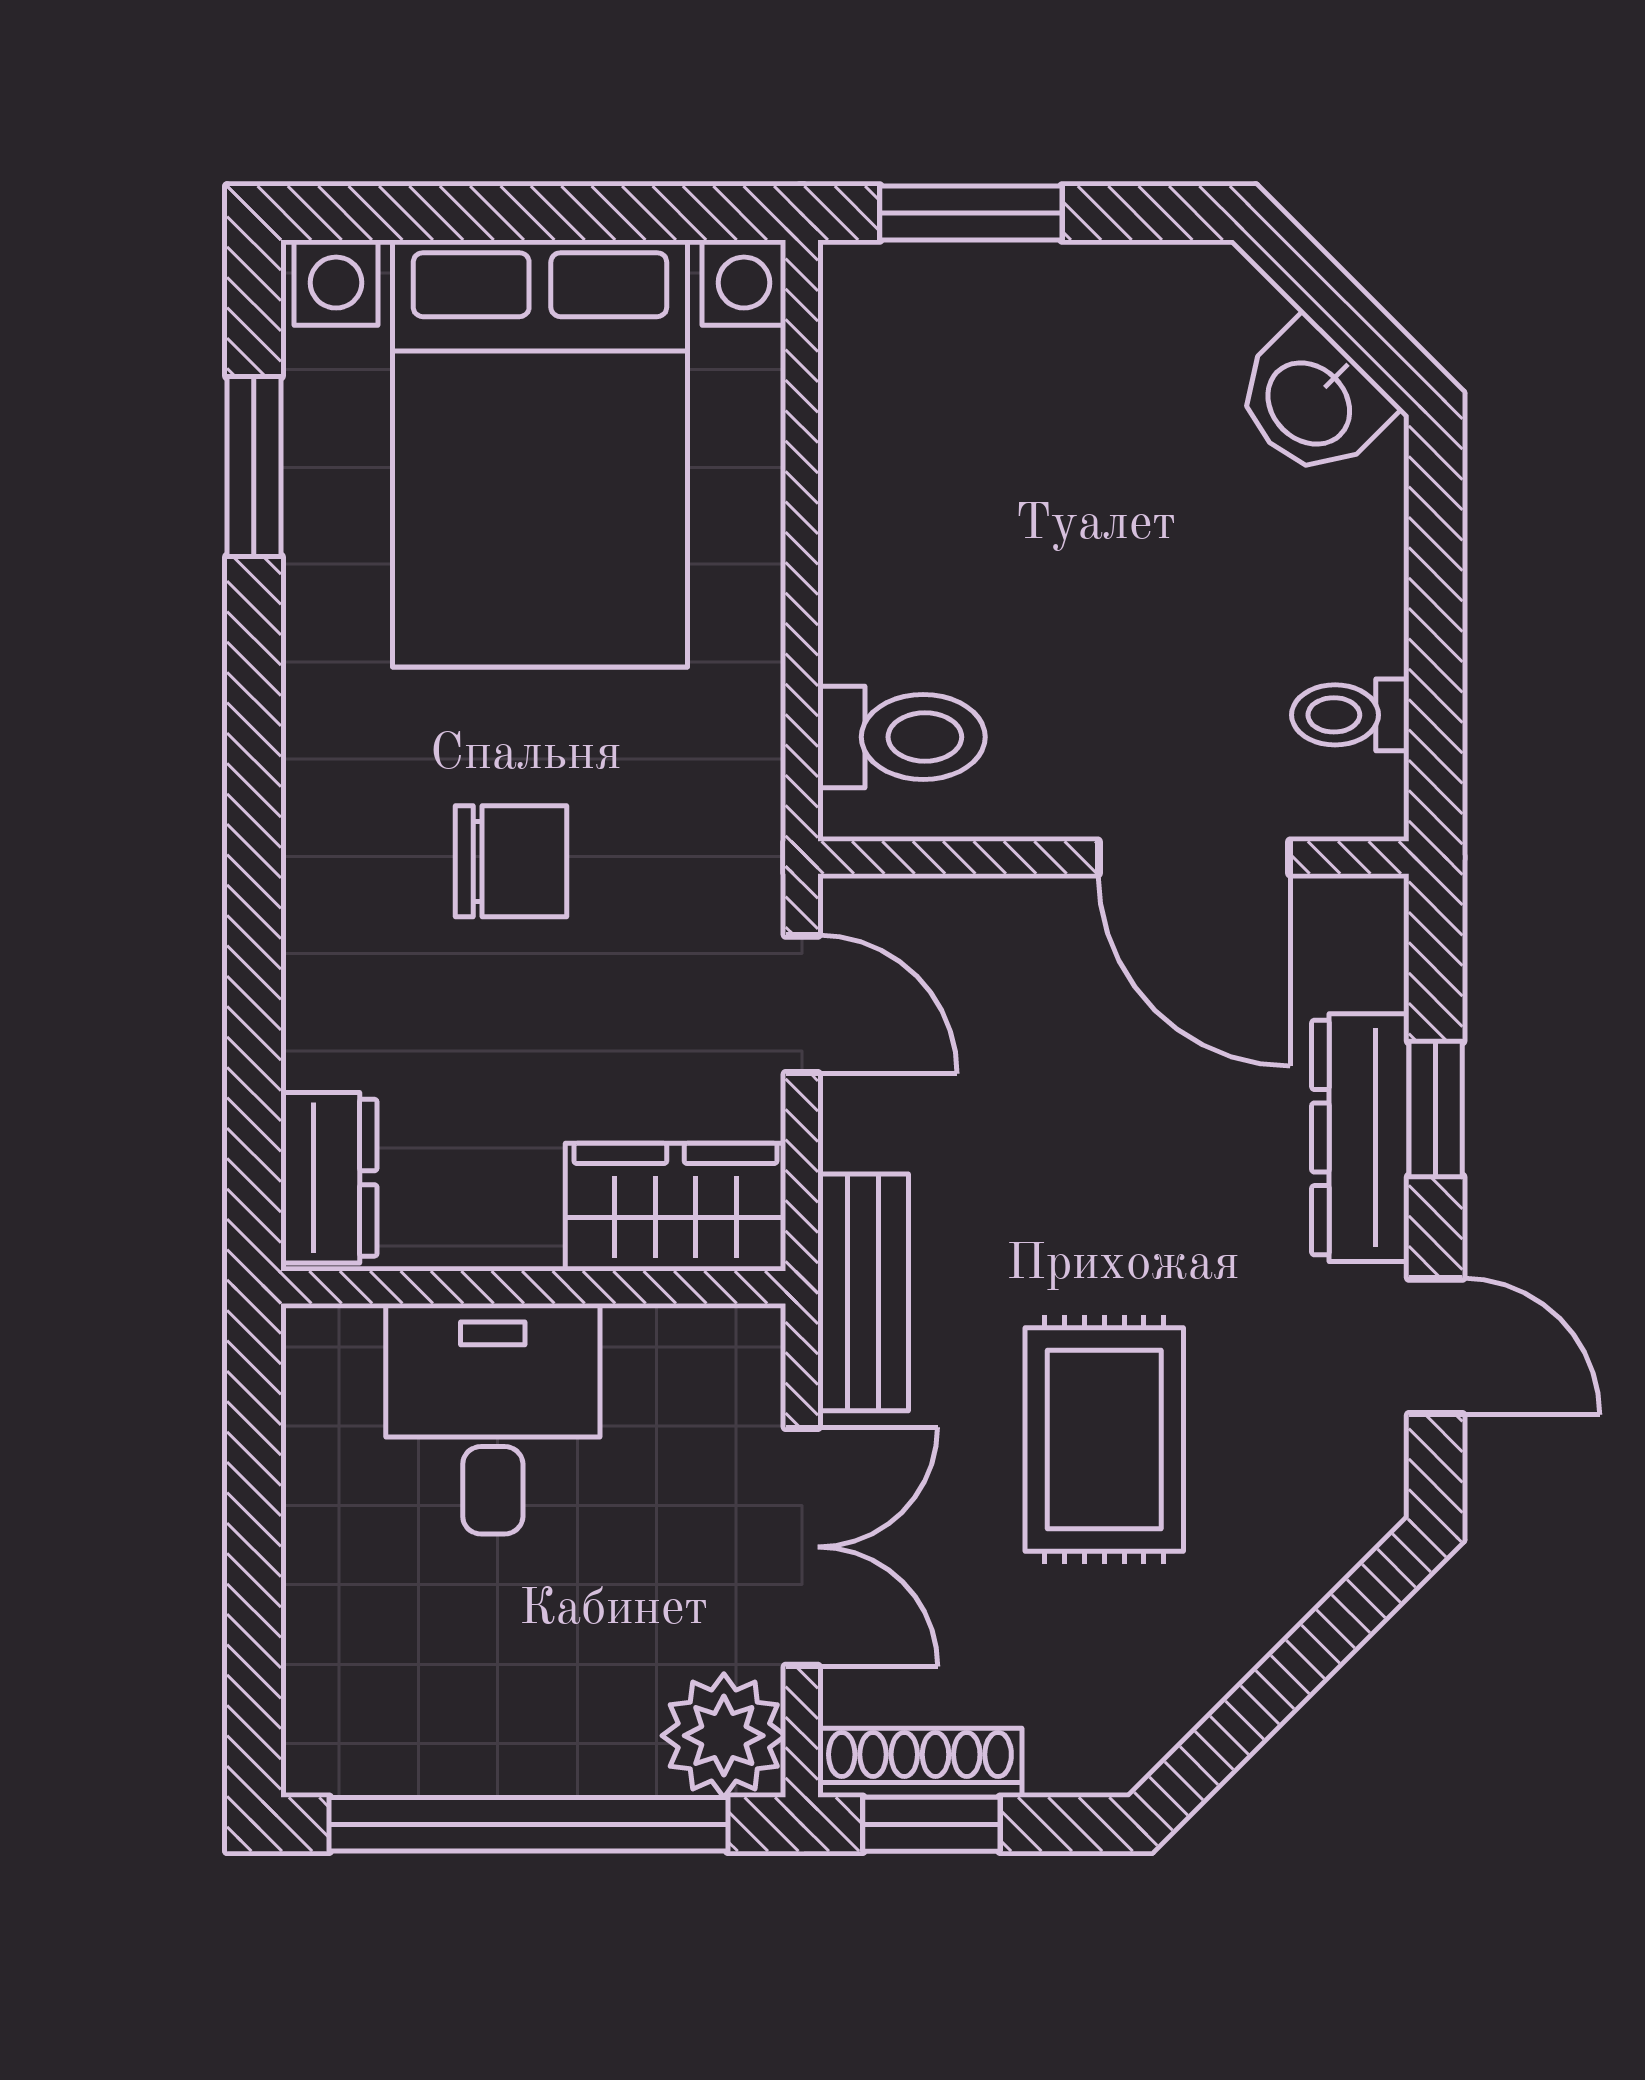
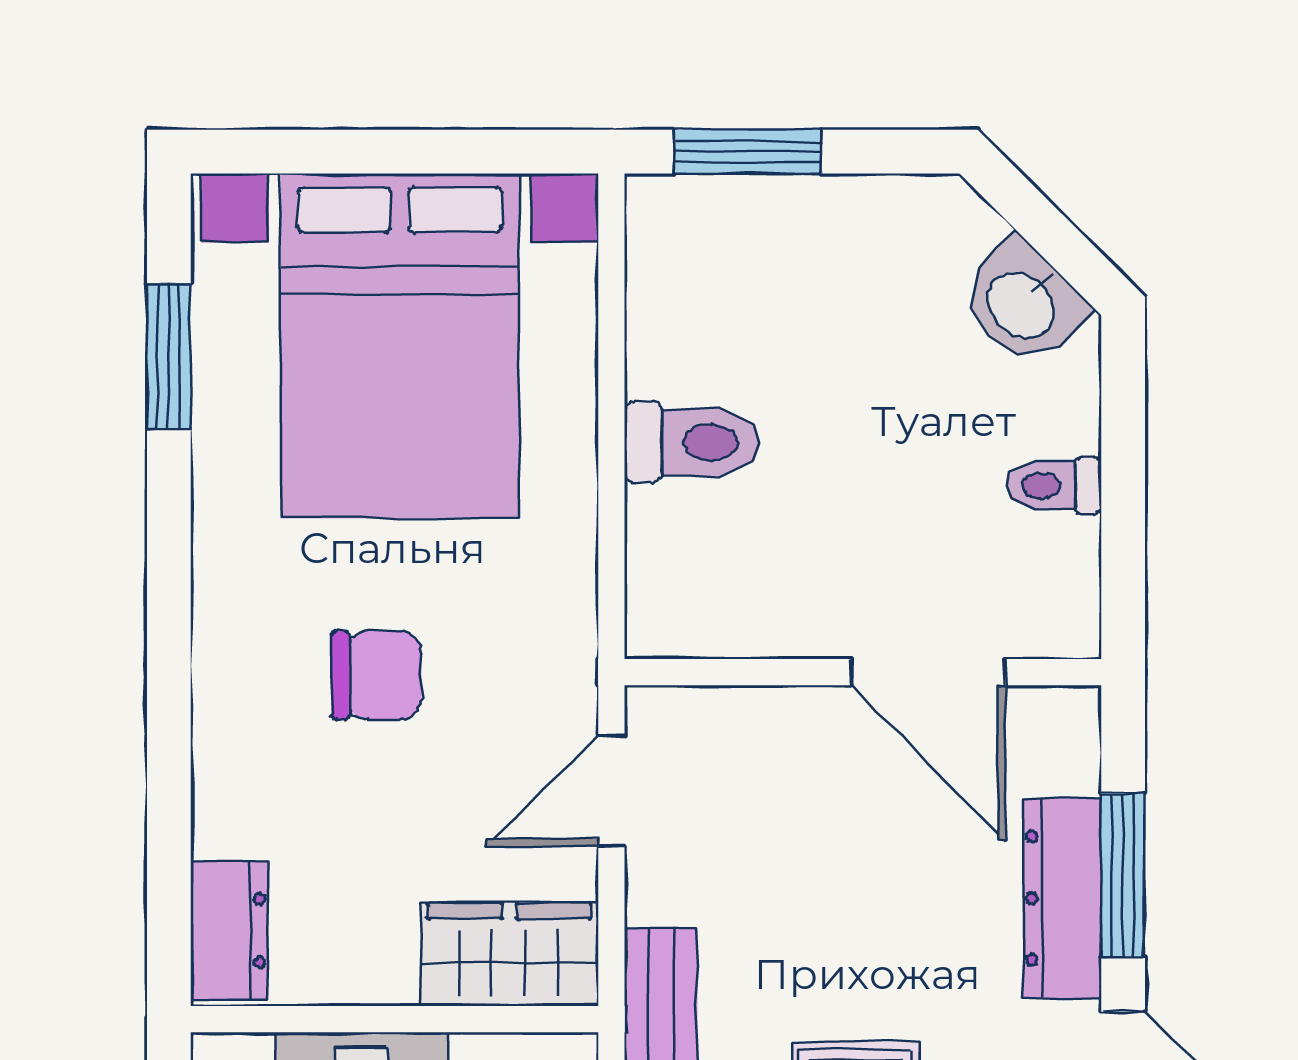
toilet: (1350, 715) -> (1054, 486), moved
toilet: (902, 737) -> (692, 442), moved
door: (802, 1004) -> (611, 791), swing flipped
window: (1436, 1109) -> (1123, 875), width x1.50

